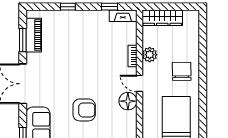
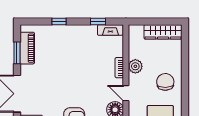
wardrobe: (162, 18) -> (163, 32), moved

